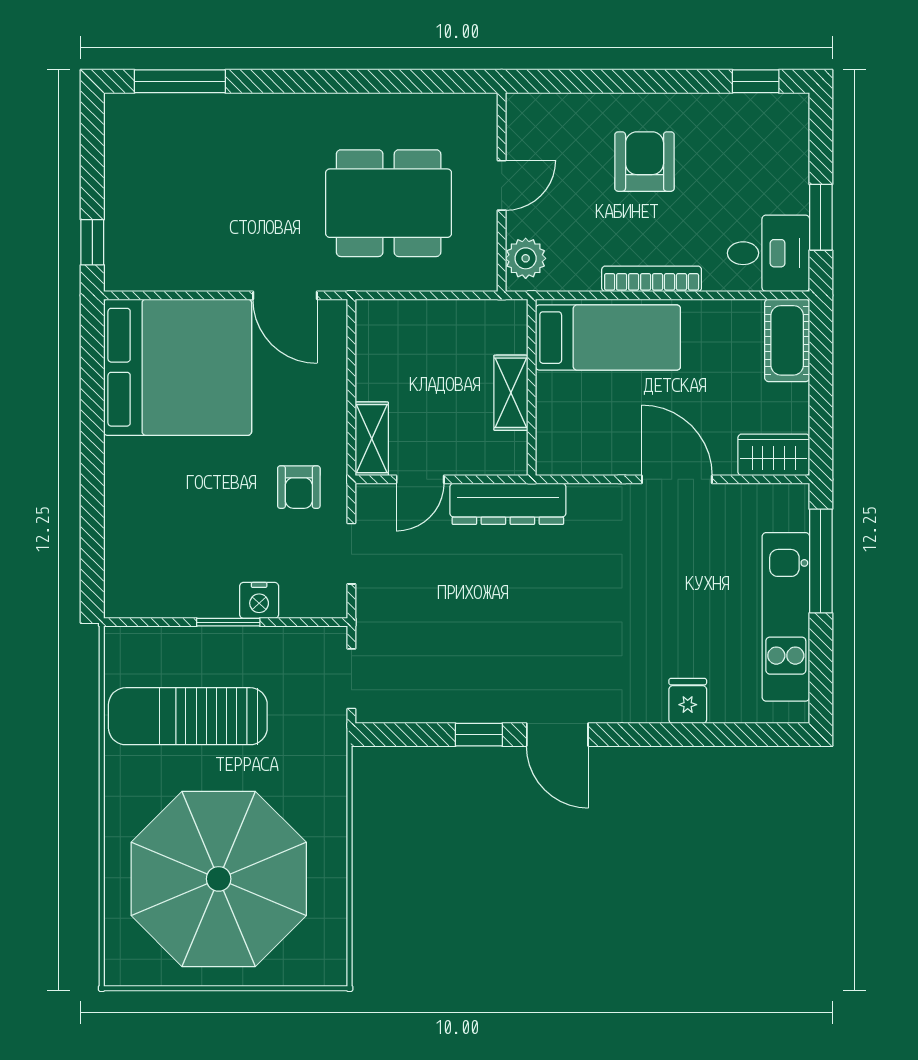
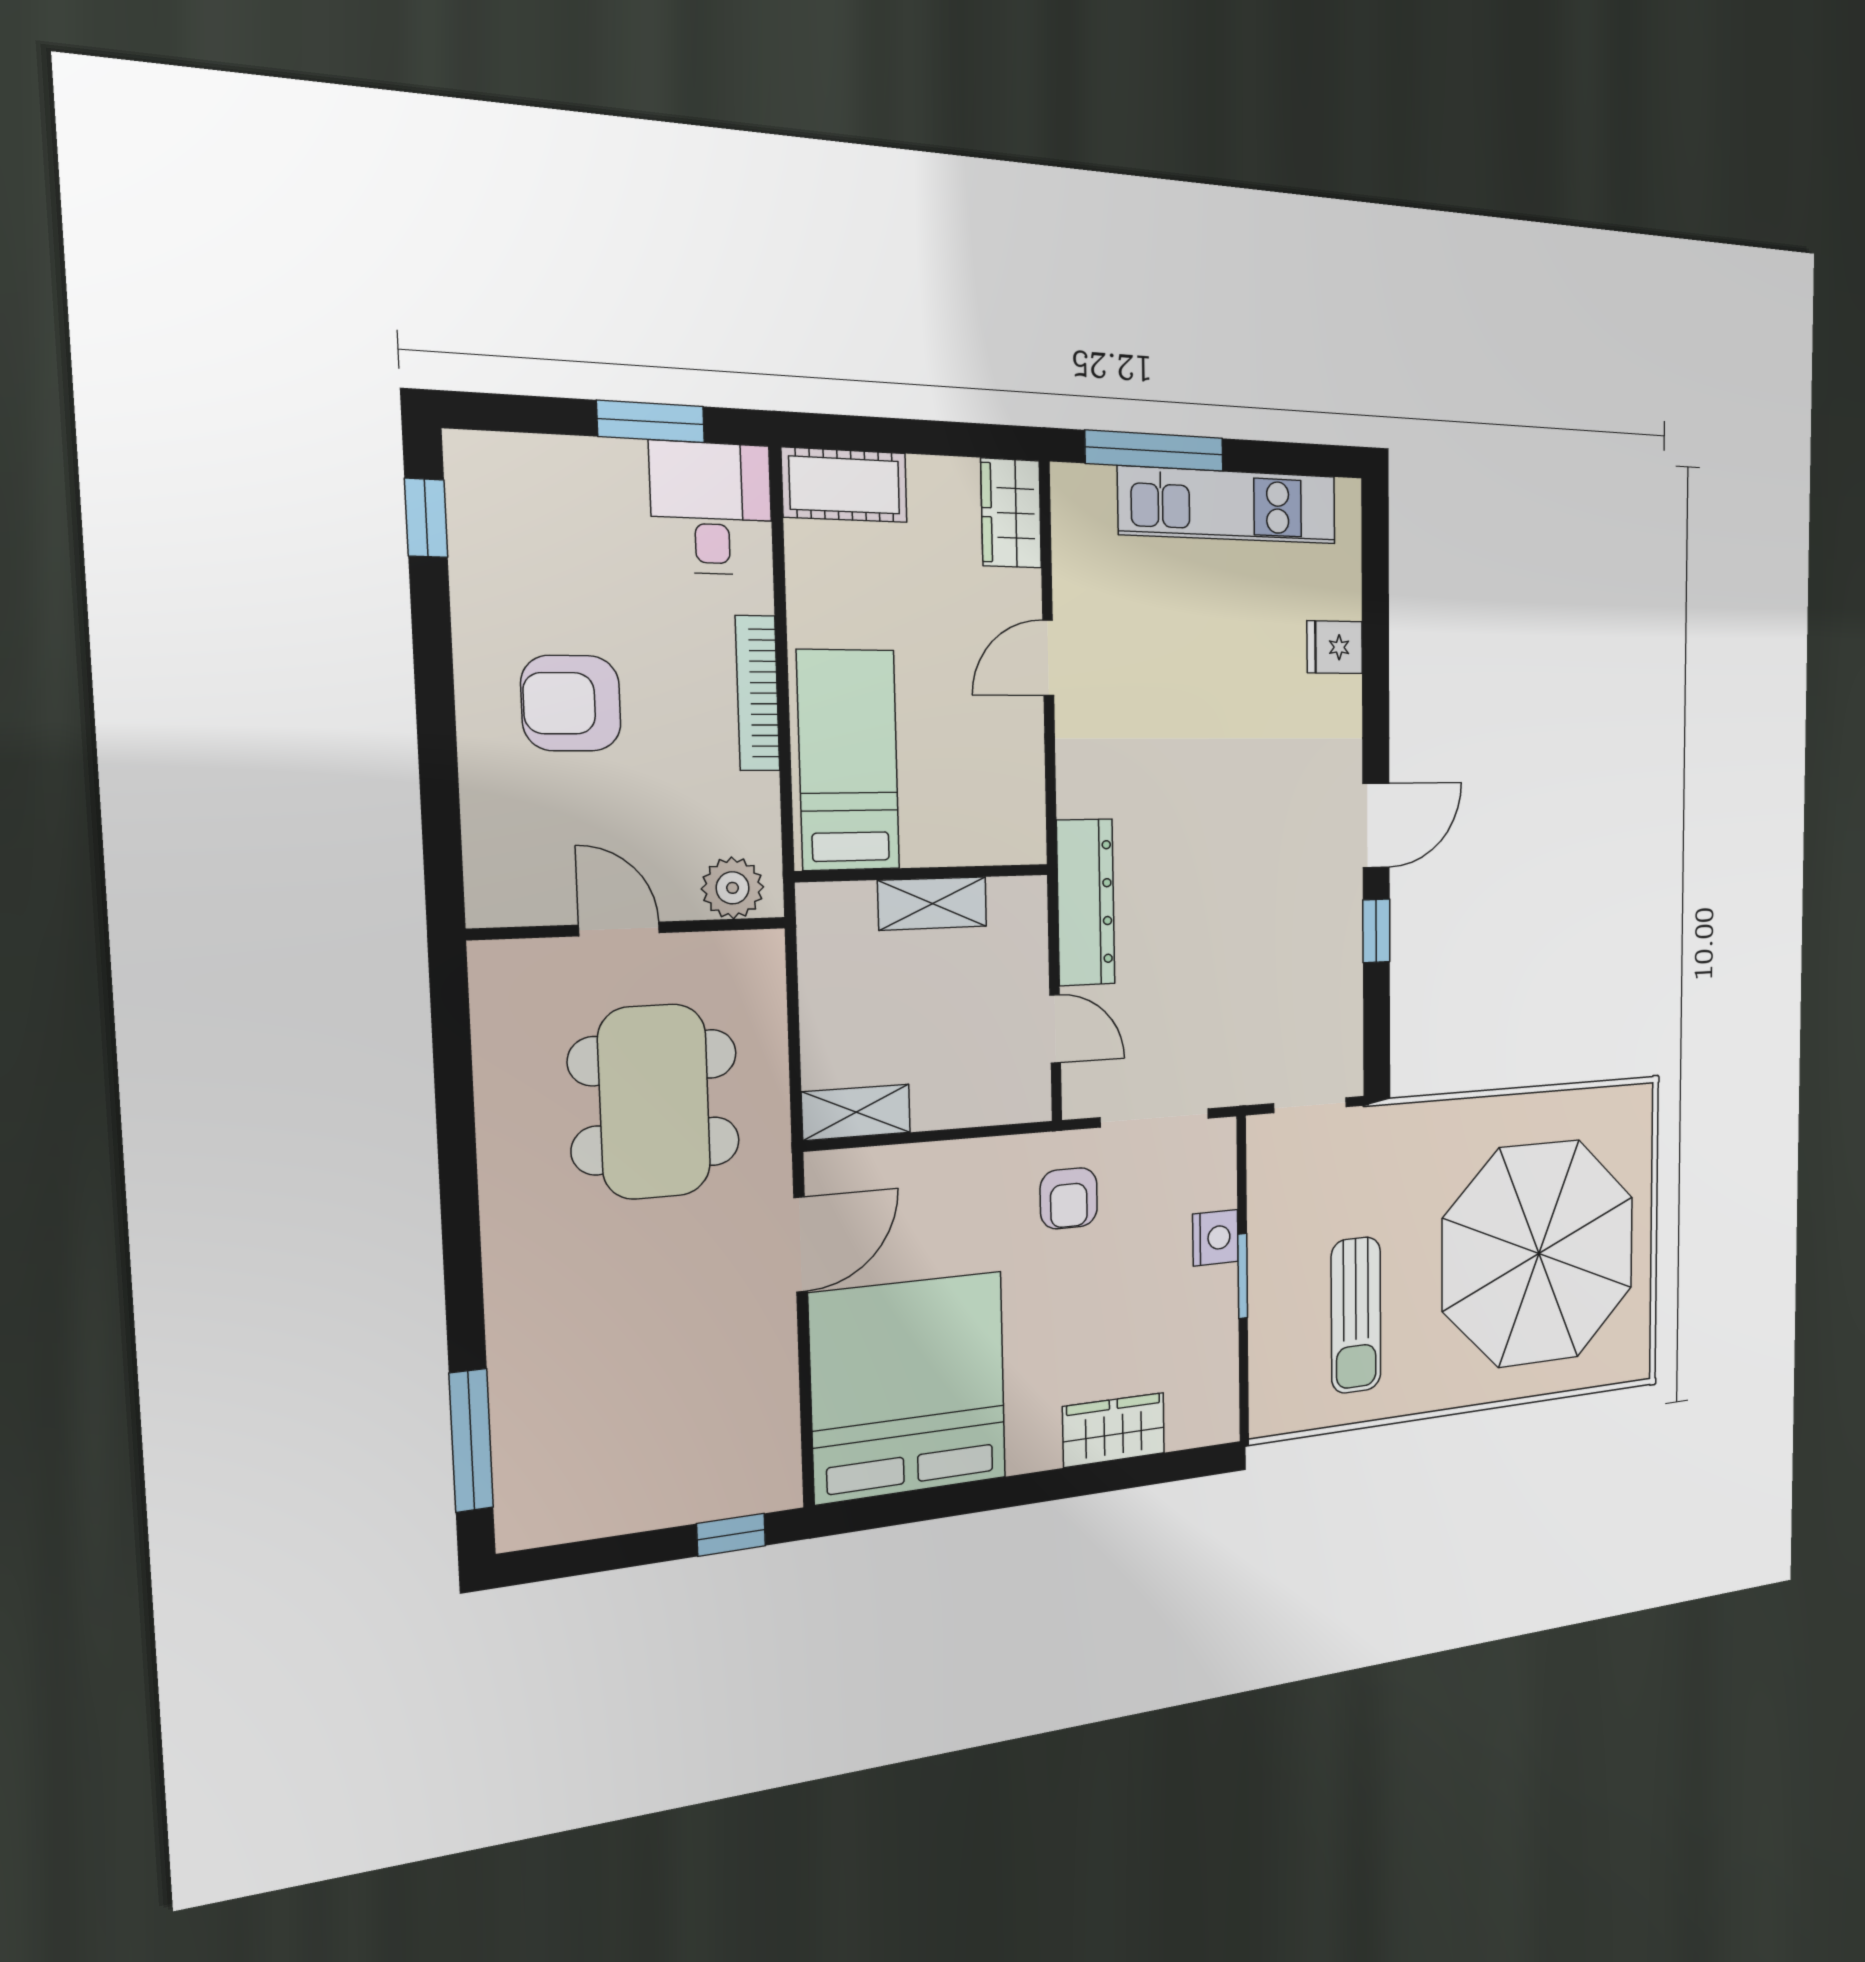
shelving: (372, 439) -> (856, 1112), moved
door: (677, 479) -> (1048, 658), width x0.73
armchair: (299, 487) -> (1069, 1198), turned 90
wardrobe: (126, 518) -> (1114, 1430), added
doorway: (351, 554) -> (1155, 1118), width x1.38
sun lounger: (188, 716) -> (1356, 1315), width x0.73, depth x0.75

